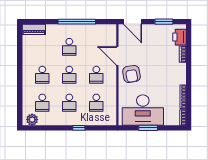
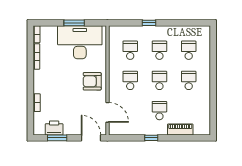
window: (77, 22) -> (151, 138), width x0.32
piano: (34, 29) -> (180, 130), moved
printer: (179, 37) -> (54, 128), moved, turned -90
door: (117, 56) -> (107, 112), moved
armchair: (131, 74) -> (92, 81), turned -81
plant: (32, 120) -> (200, 32), removed

